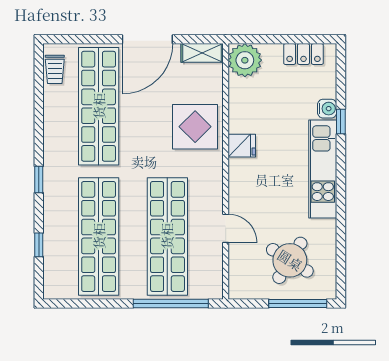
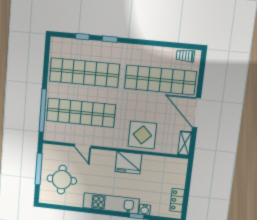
plant: (245, 60) -> (177, 167), removed
fridge: (242, 146) -> (128, 163), width x1.88, depth x1.34
window: (39, 179) -> (110, 39), moved
door: (226, 228) -> (83, 146), hinge flipped
round table: (290, 260) -> (62, 180), turned -32
window: (298, 303) -> (39, 169), moved

